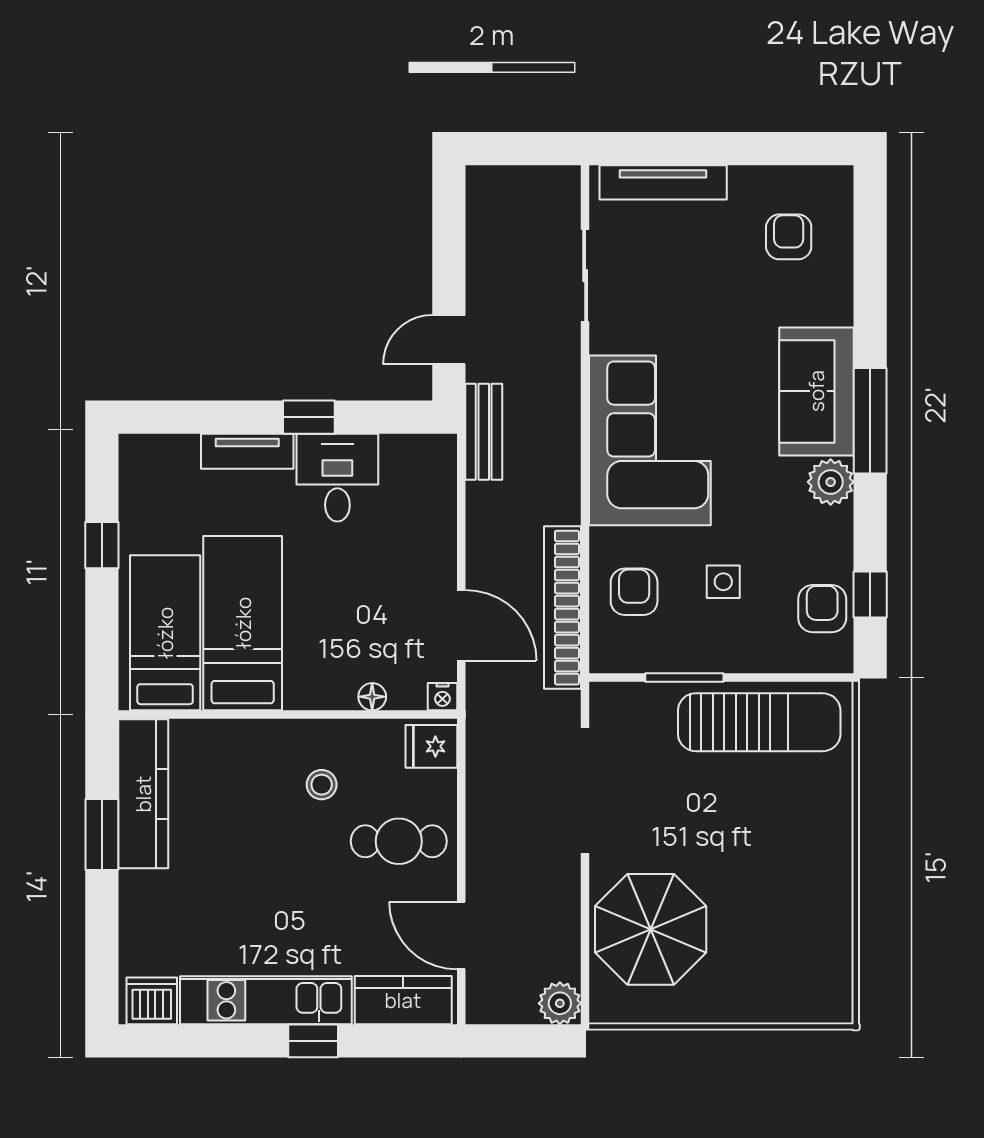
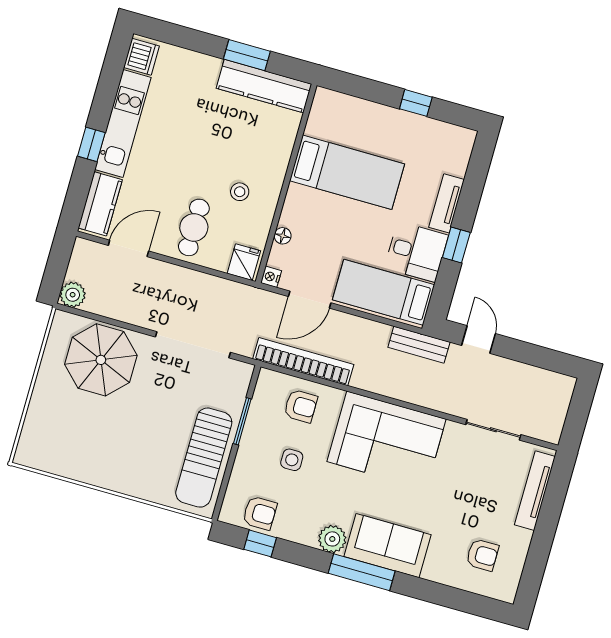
bed: (165, 633) -> (384, 292), moved, turned 180

